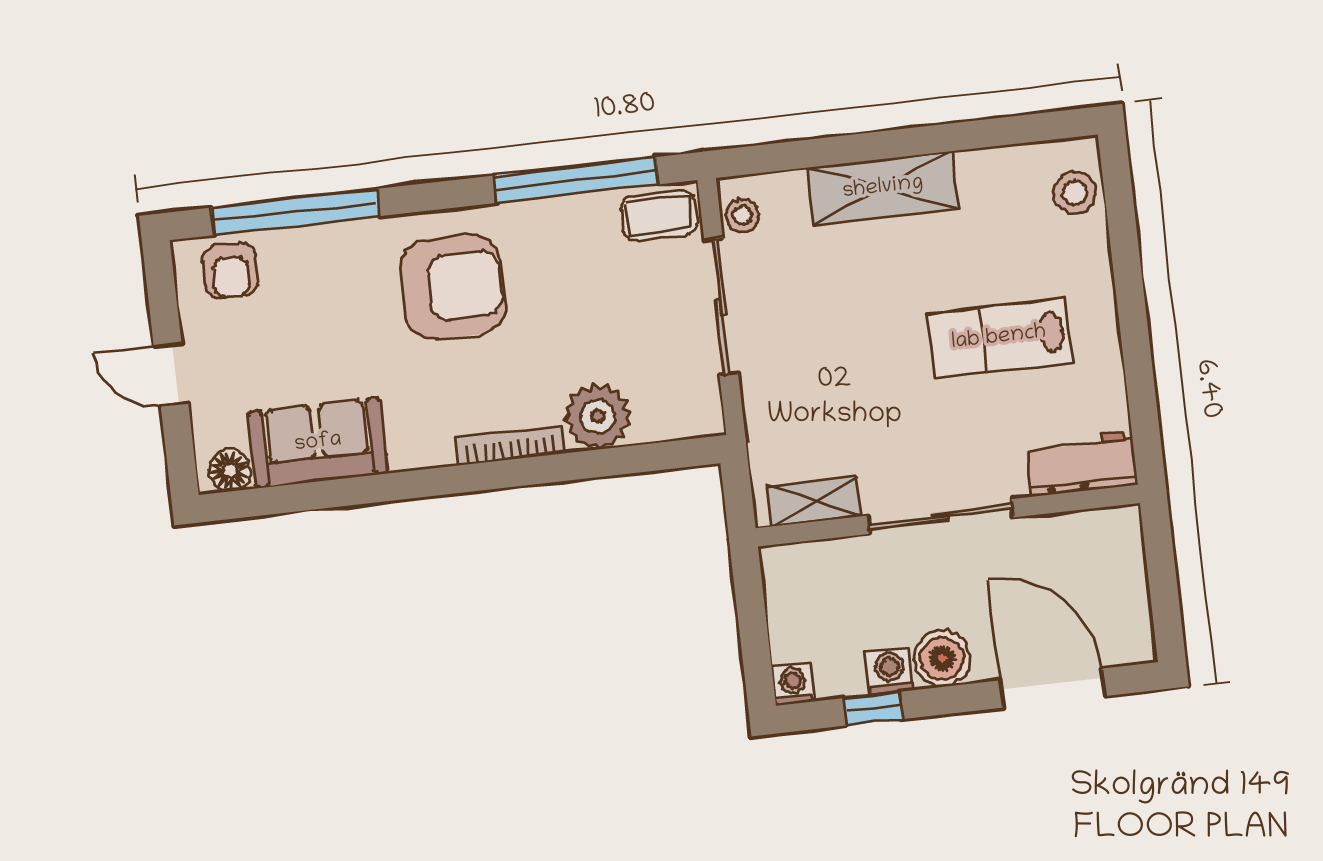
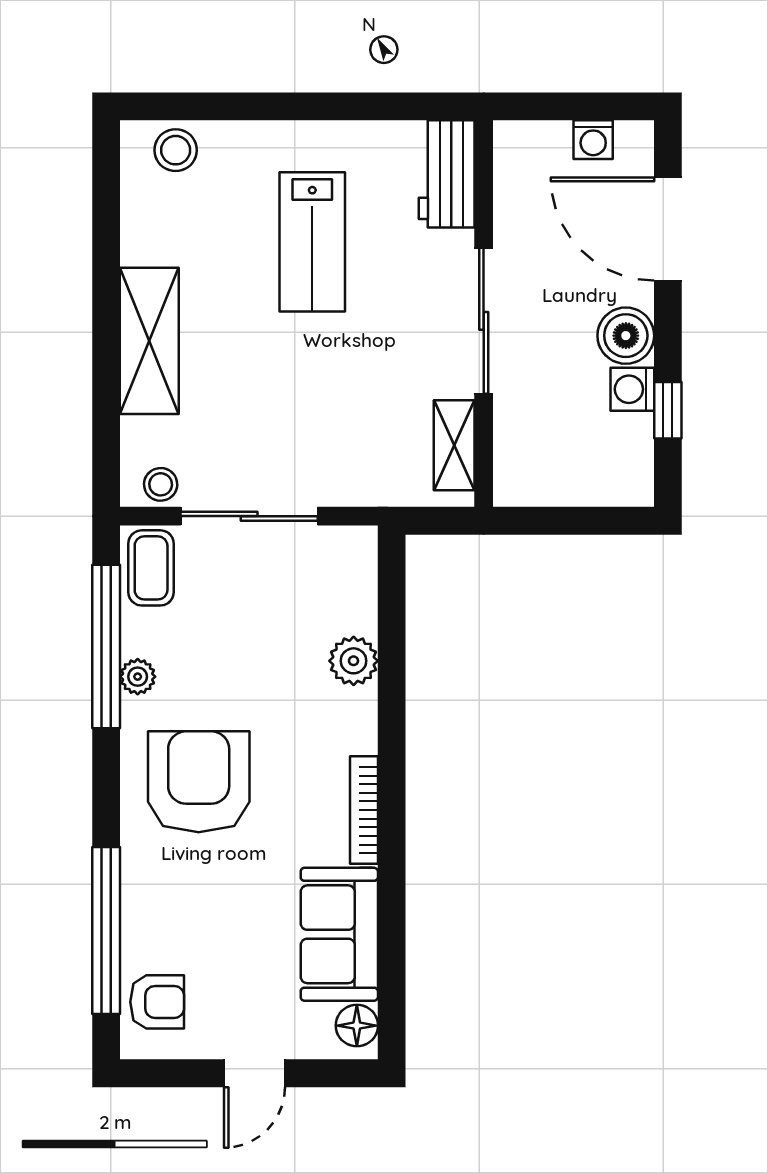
plant: (550, 214) -> (138, 677), added
plant: (598, 416) -> (354, 661), width x0.73, depth x0.73
bookcase: (510, 446) -> (364, 810), moved
washing machine: (793, 684) -> (593, 140), moved, turned -90
door: (1052, 688) -> (668, 229), hinge flipped

